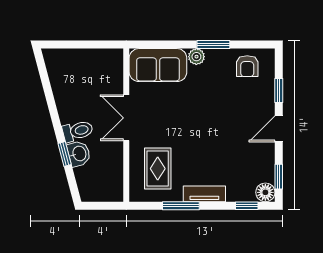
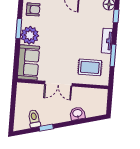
plant: (196, 57) -> (30, 35), width x1.87, depth x1.87
toilet: (78, 131) -> (34, 119), moved
window: (65, 154) -> (46, 128), moved

